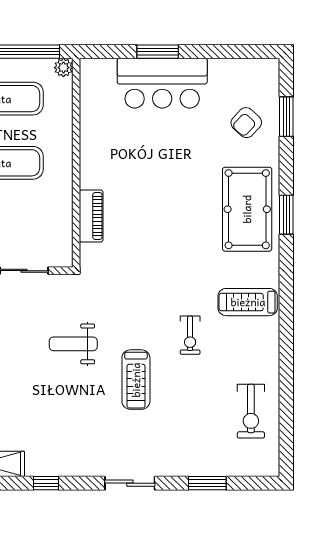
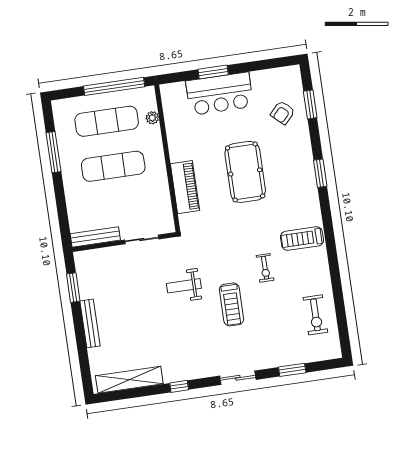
plant: (63, 68) -> (152, 118), moved
pool table: (247, 209) -> (245, 172), moved
piano: (91, 216) -> (185, 187), width x1.37, depth x1.33

